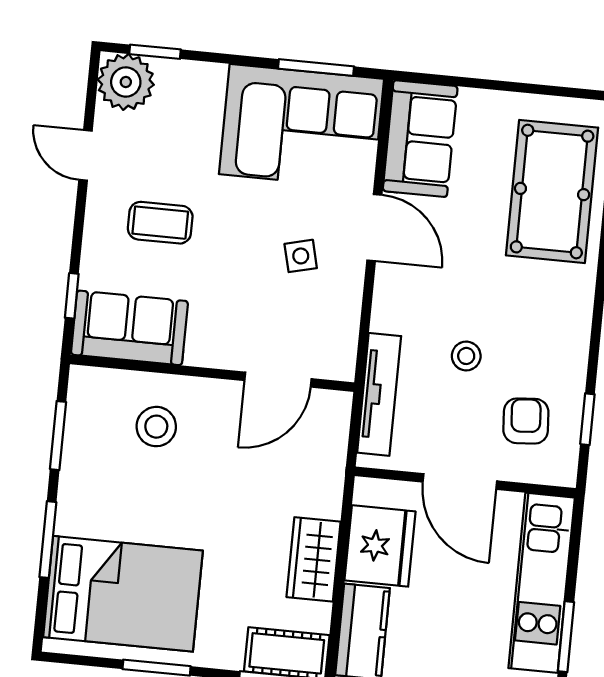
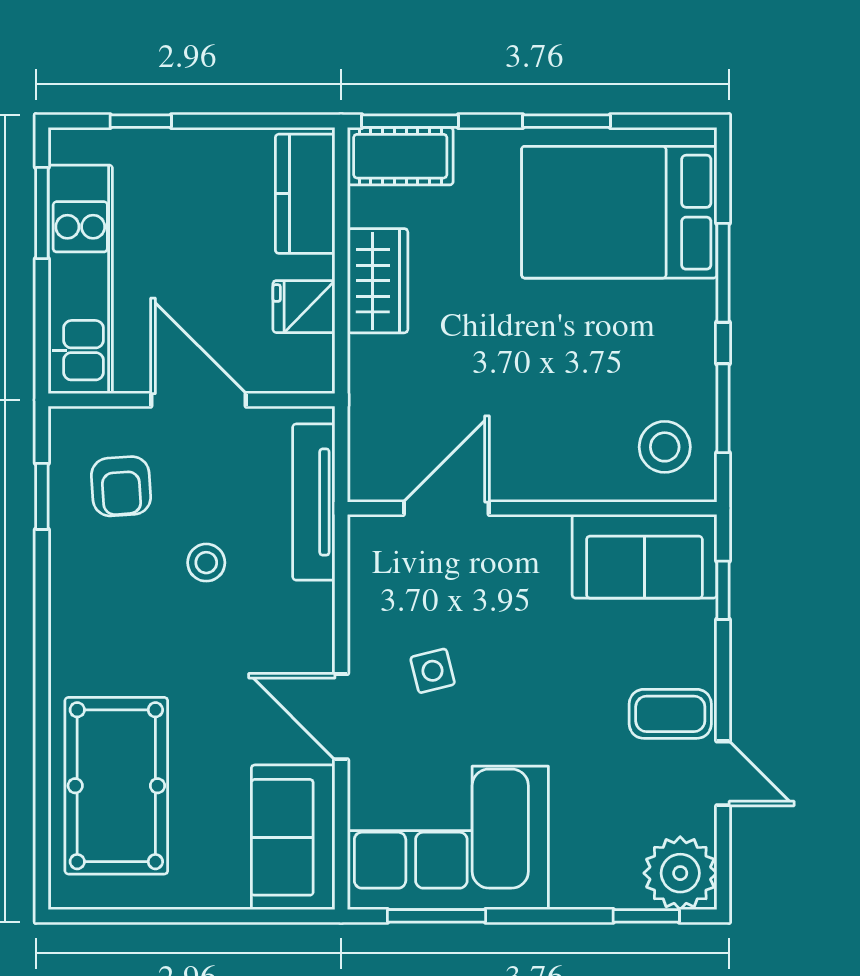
coffee table: (160, 223) -> (670, 714), moved
stool: (156, 427) -> (665, 447), moved
fridge: (380, 546) -> (304, 307), width x0.53, depth x0.75

